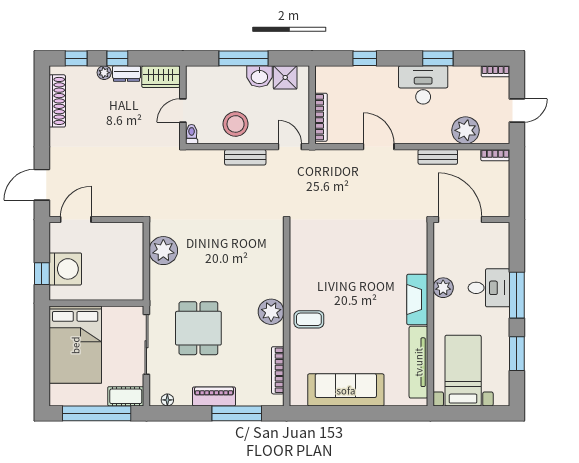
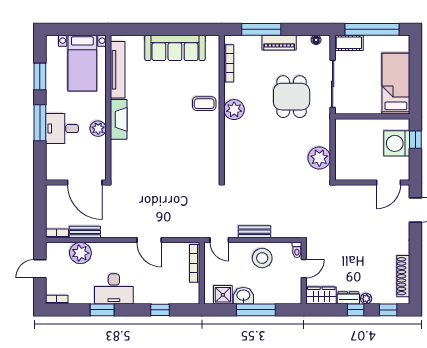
bench: (438, 157) -> (85, 232), moved
bed: (75, 345) -> (396, 84), width x0.67

